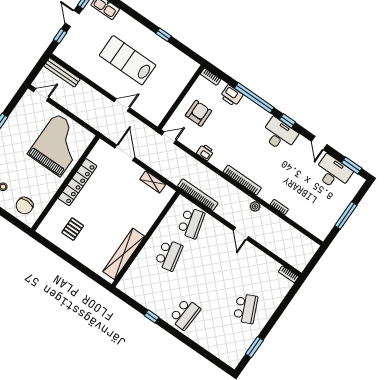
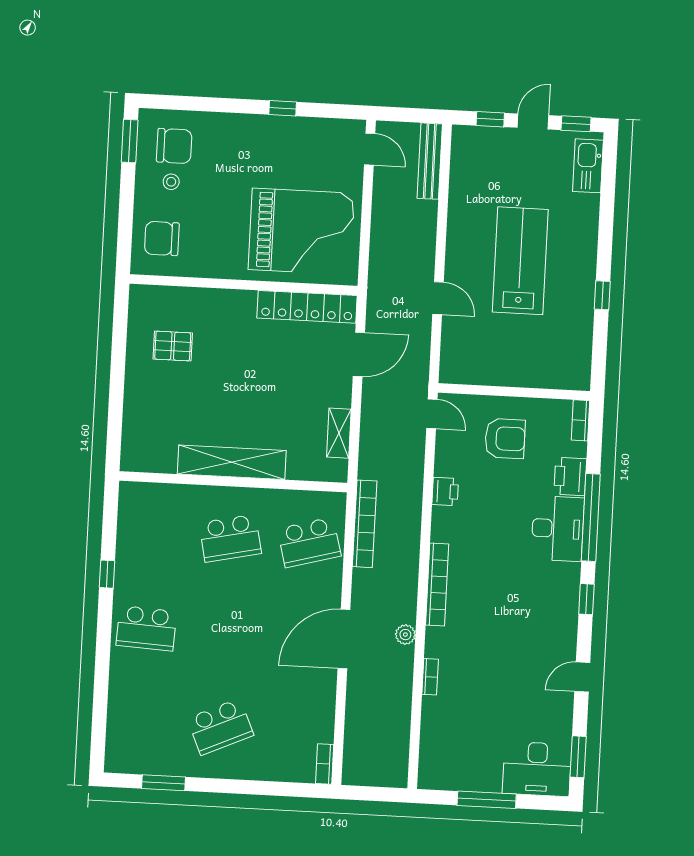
desk: (279, 135) -> (558, 529), moved
desk: (333, 173) -> (537, 769), moved, turned 90
locker: (77, 182) -> (307, 307), moved
door: (241, 233) -> (344, 639), width x1.87
shelving: (124, 254) -> (232, 462), moved

